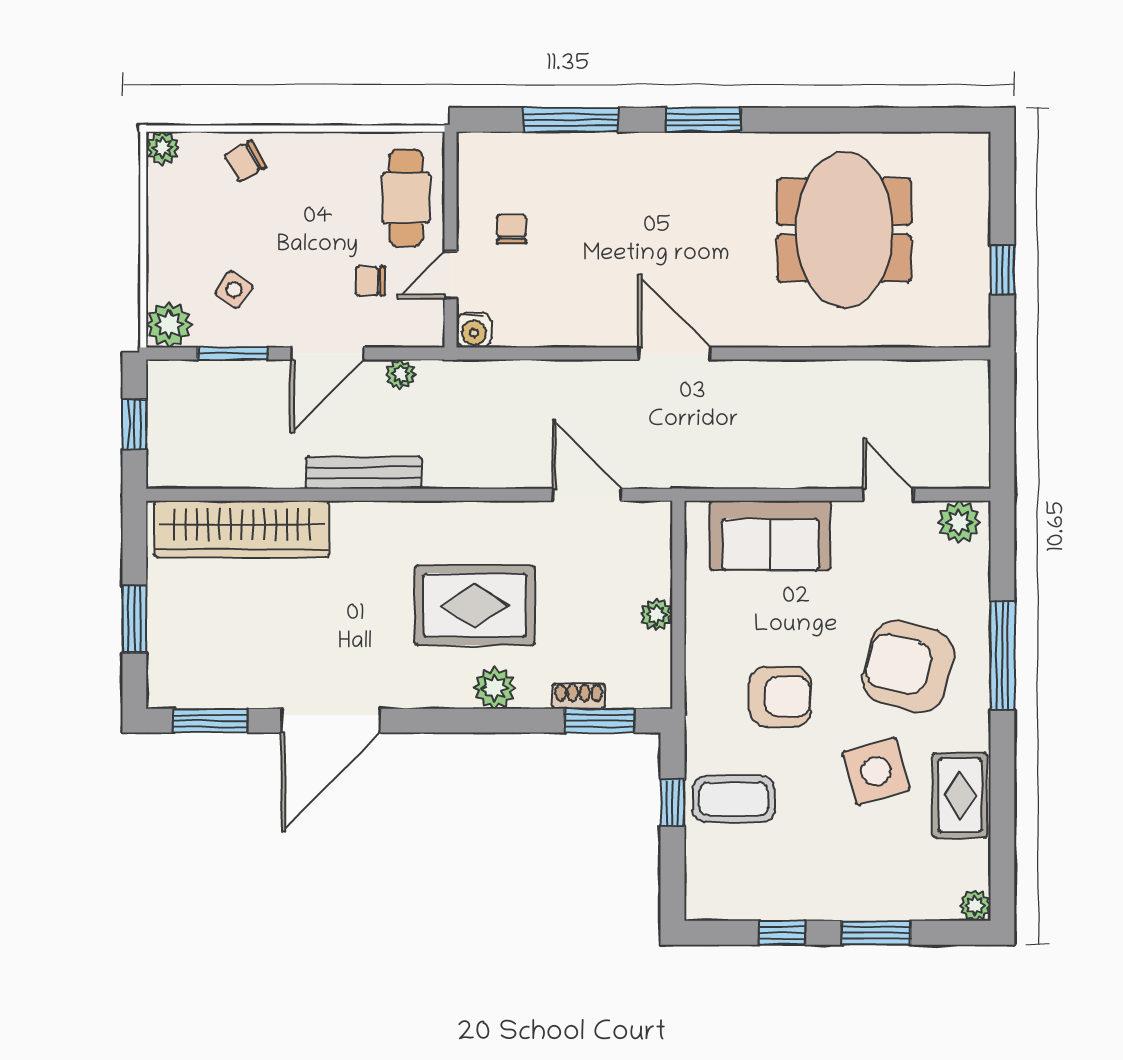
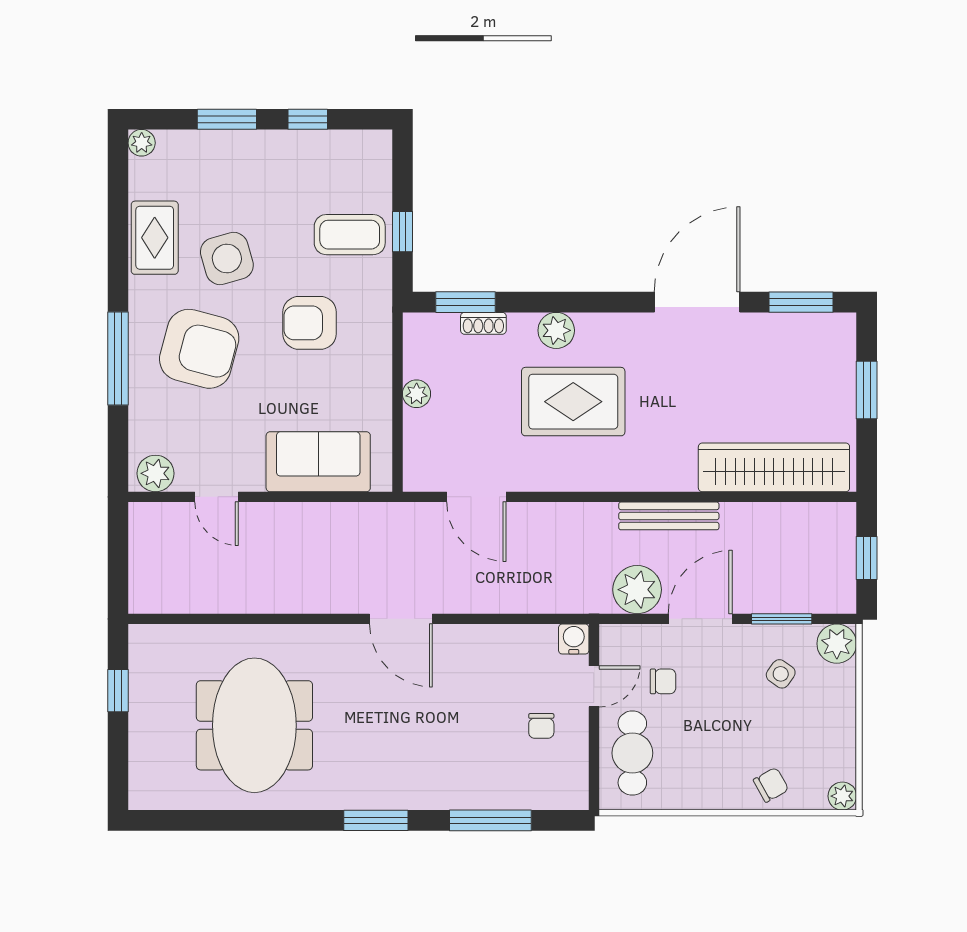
plant: (401, 374) -> (637, 590), width x1.88, depth x1.88

